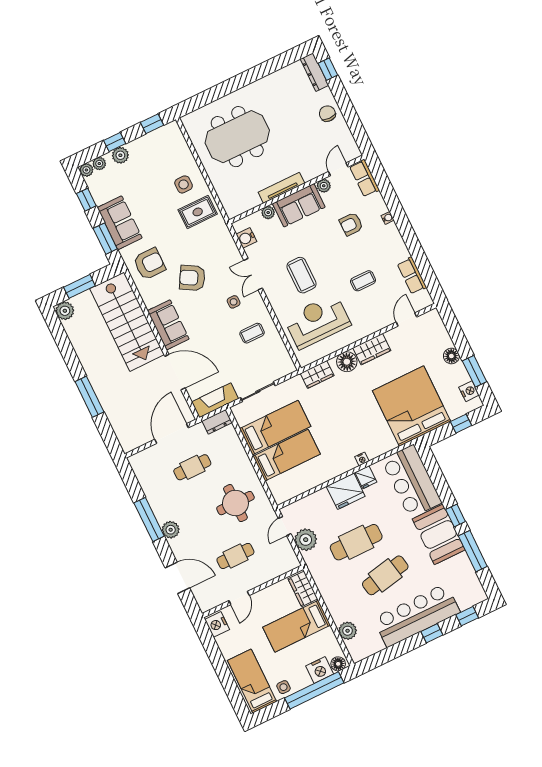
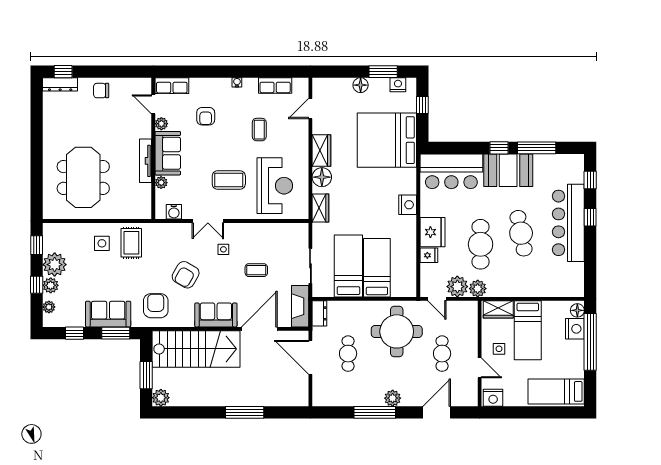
plant: (86, 170) -> (55, 265), moved, width x1.88, depth x1.88
water cooler: (388, 218) -> (237, 82), moved
door: (406, 319) -> (310, 108), hinge flipped
reception desk: (317, 321) -> (275, 186), turned 180
coffee table: (252, 333) -> (256, 270), moved, turned 90
nightstand: (362, 459) -> (408, 205), width x1.89, depth x1.79
fridge: (366, 477) -> (429, 255), moved
round table: (235, 503) -> (397, 331), width x1.36, depth x1.36
plant: (348, 631) -> (478, 289), moved
side table: (283, 687) -> (499, 349), moved

